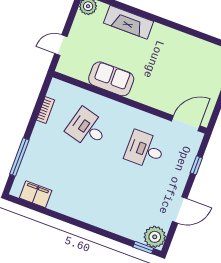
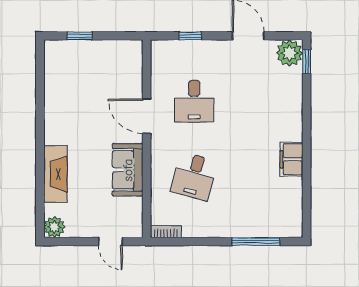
bookcase: (46, 110) -> (166, 232), moved
door: (186, 123) -> (147, 116), moved
filing cabinet: (36, 194) -> (291, 159), moved

